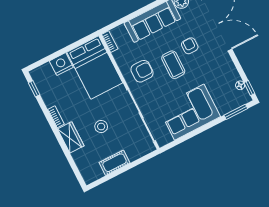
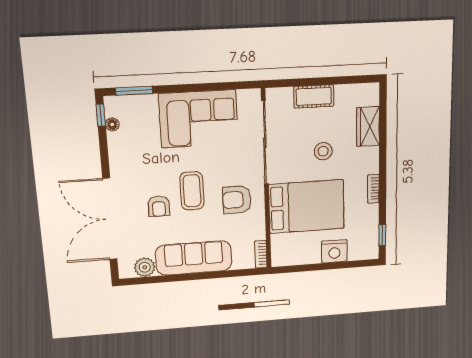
bed: (95, 68) -> (307, 207), moved, turned 90
wardrobe: (71, 137) -> (368, 127), moved
cot: (115, 163) -> (314, 96), moved

